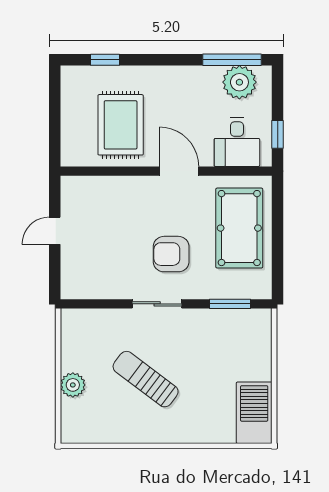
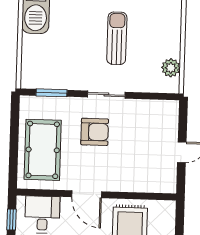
sun lounger: (146, 379) -> (117, 38), turned -127
plant: (73, 385) -> (171, 68), moved

